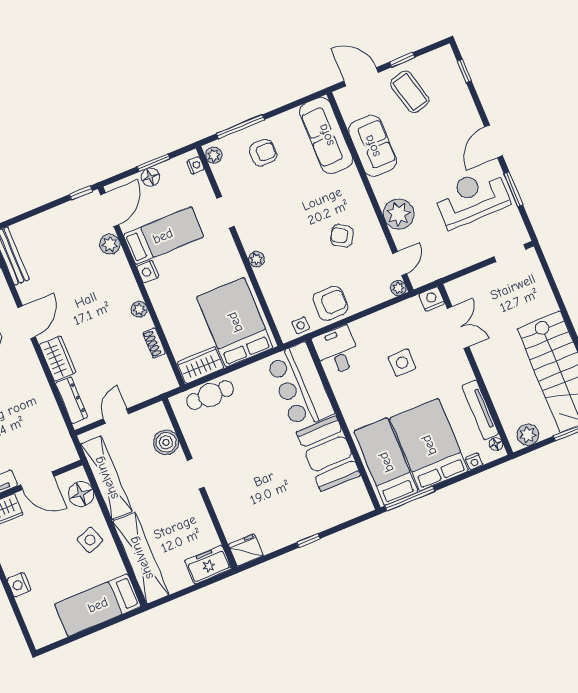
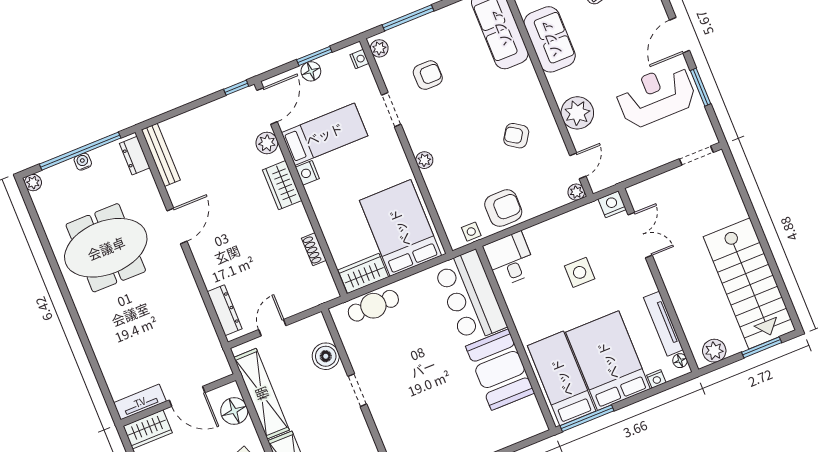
armchair: (263, 153) -> (428, 75), moved
plant: (139, 309) -> (298, 213), removed
wardrobe: (58, 359) -> (282, 185), moved, turned 180

